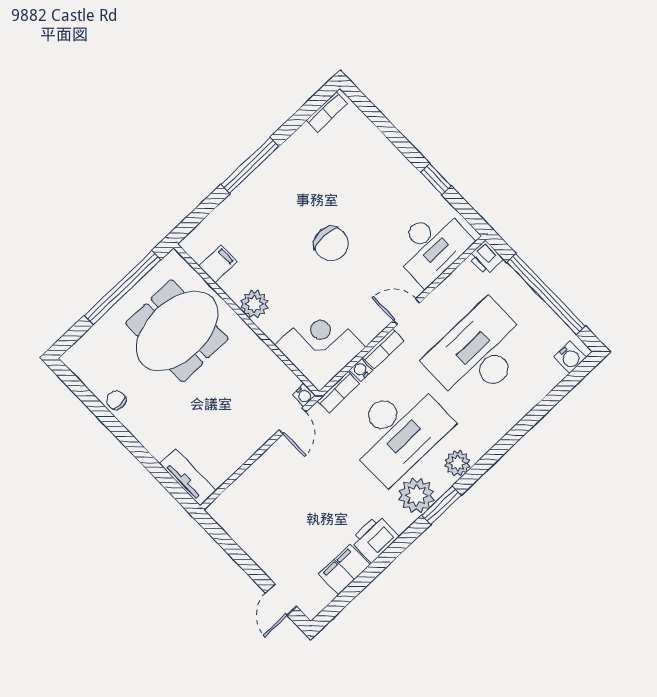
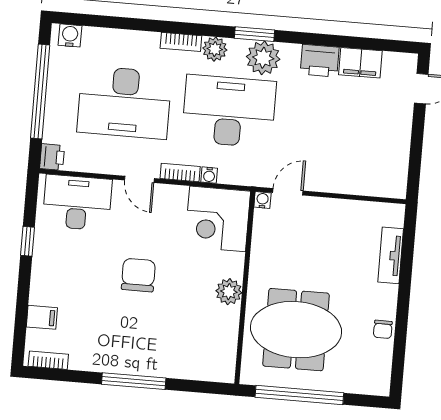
filing cabinet: (218, 264) -> (42, 317), moved, turned 180
bookcase: (338, 392) -> (181, 42), moved, turned 180
tv unit: (188, 477) -> (391, 255), moved

